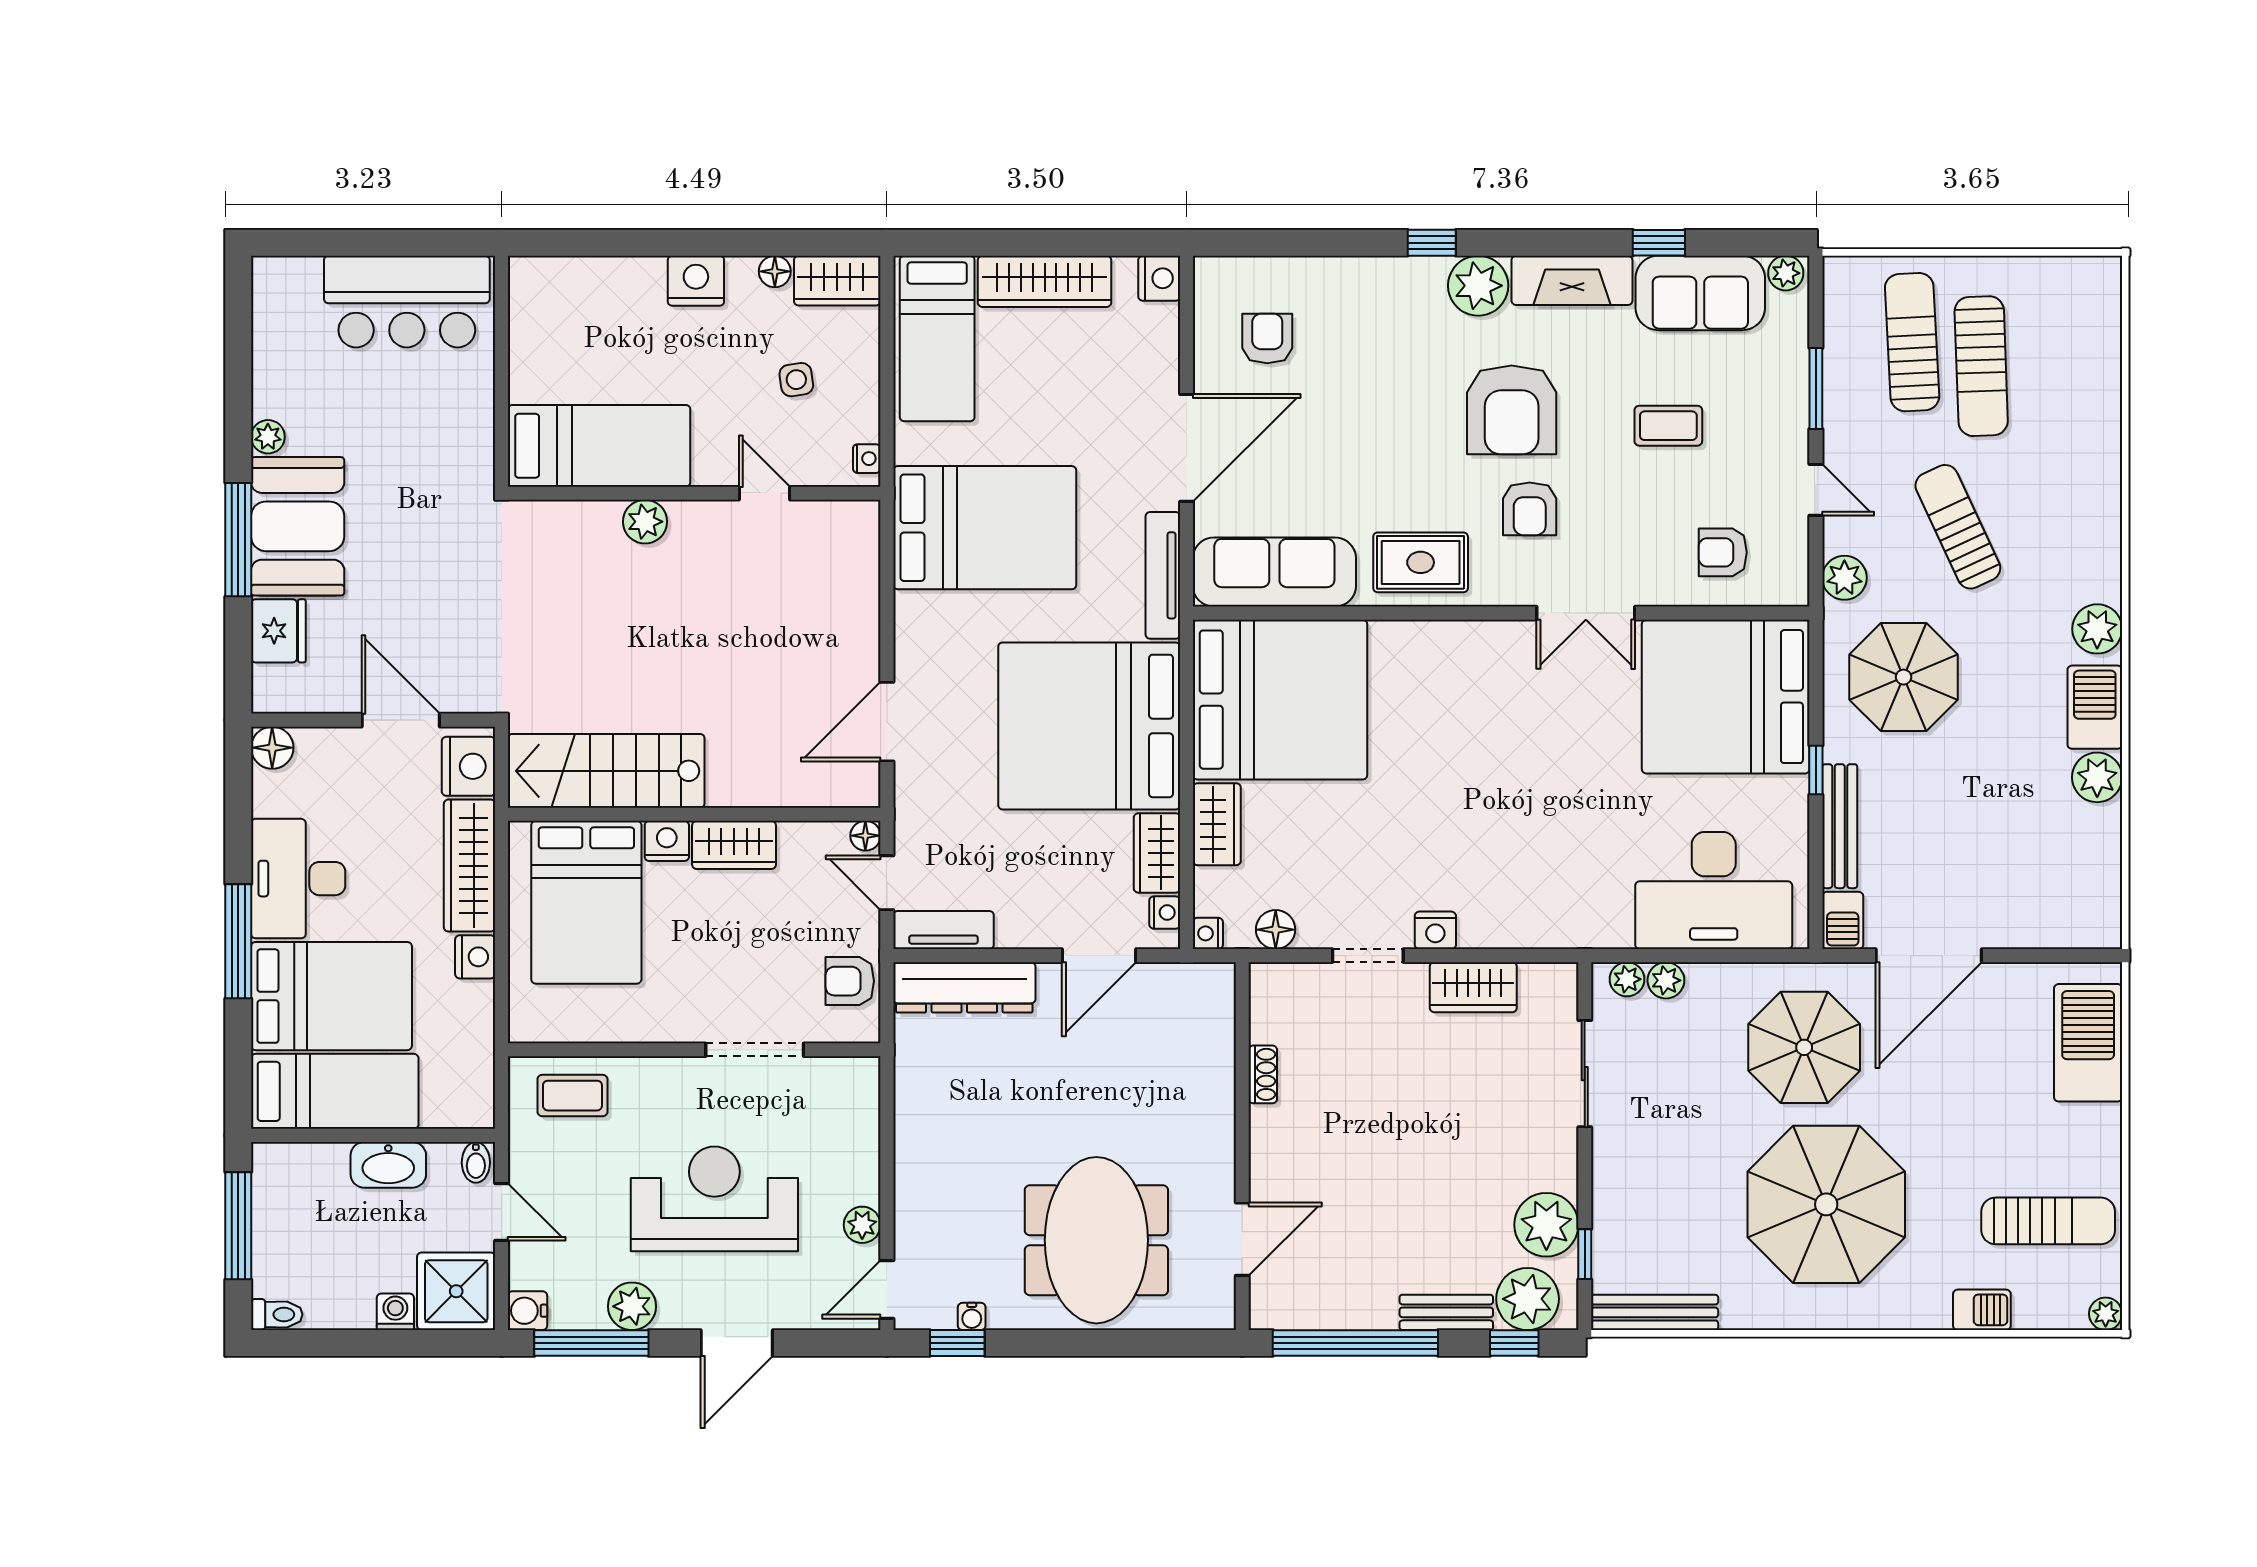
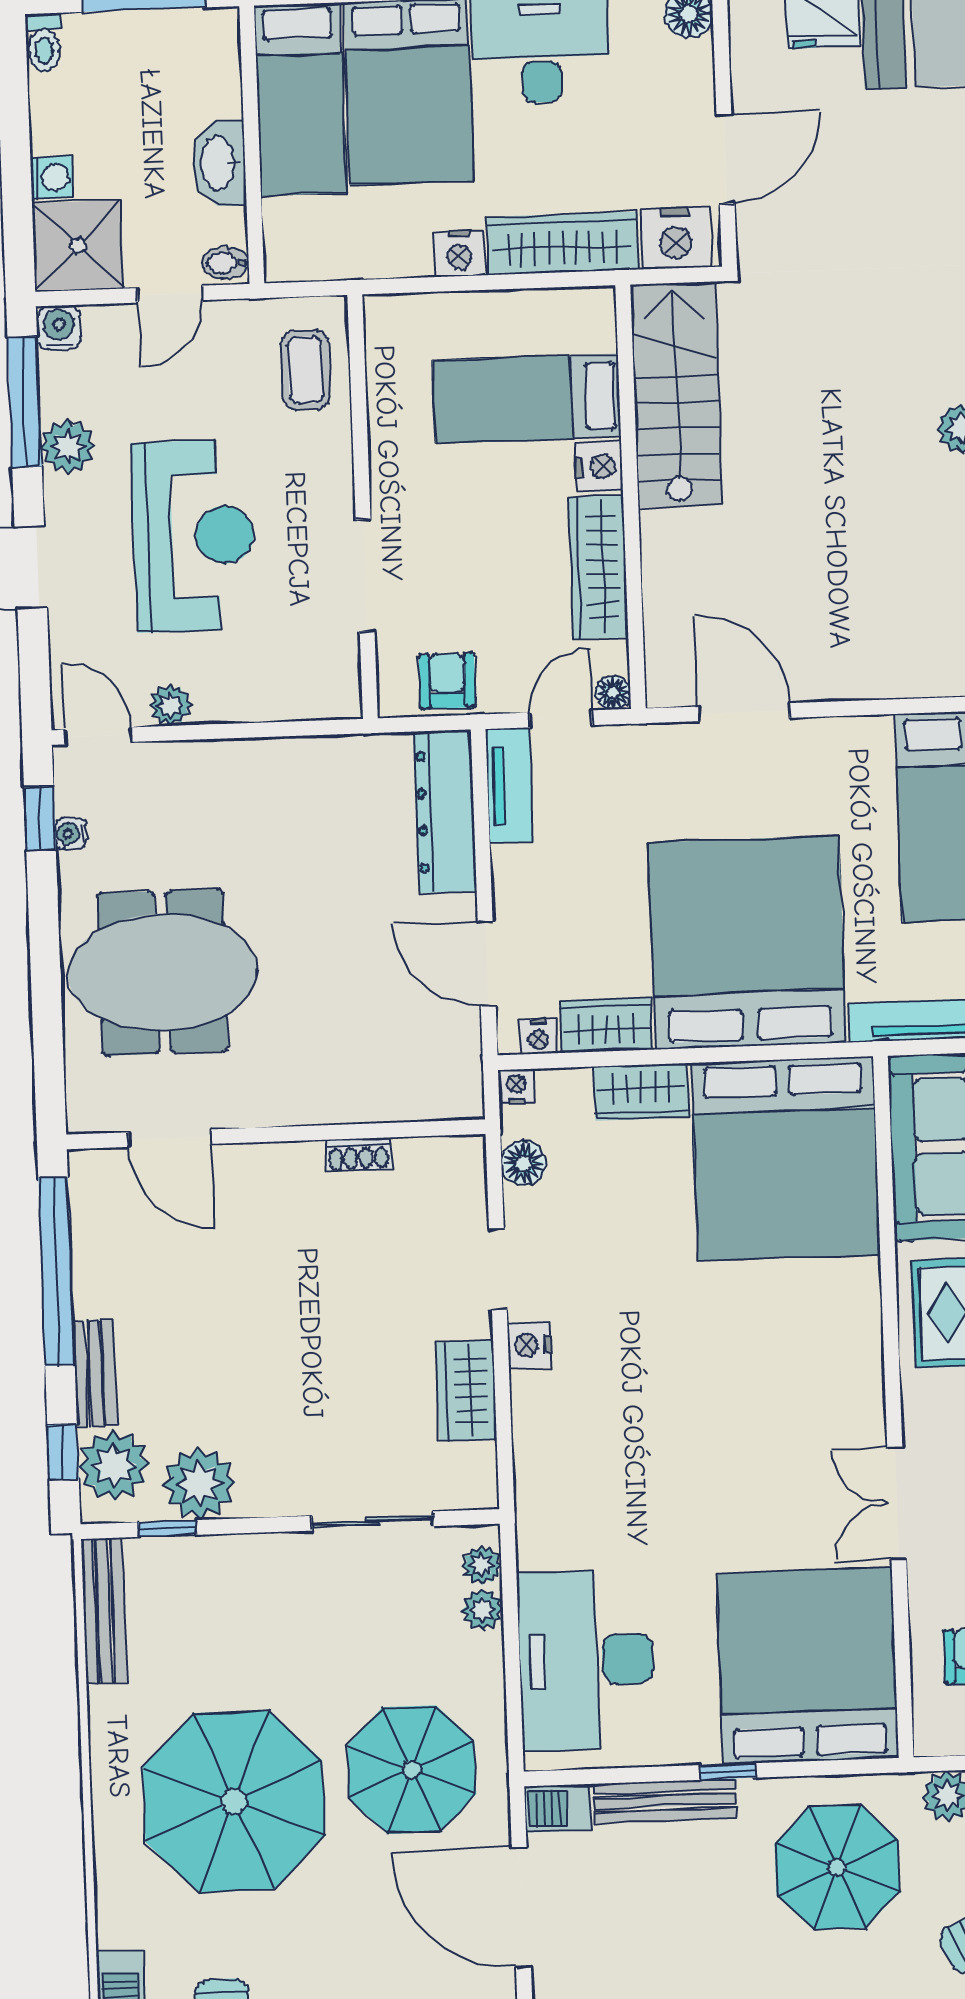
wardrobe: (734, 845) -> (598, 567), width x1.50
bed: (586, 902) -> (527, 399), width x0.67

